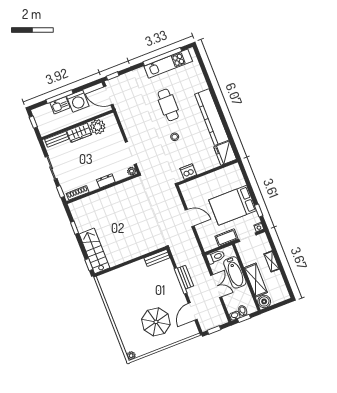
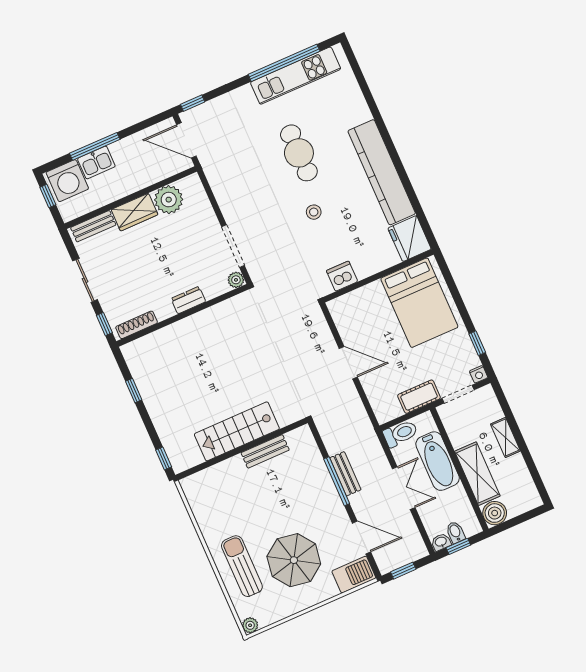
washing machine: (78, 101) -> (67, 181), moved
bed: (233, 205) -> (419, 303), moved, turned -90
stairs: (94, 251) -> (237, 431), moved, turned -90
bench: (157, 258) -> (265, 451), moved
door: (193, 311) -> (362, 537), swing flipped
sun lounger: (128, 324) -> (242, 566), added
barbecue: (188, 331) -> (354, 575), added

